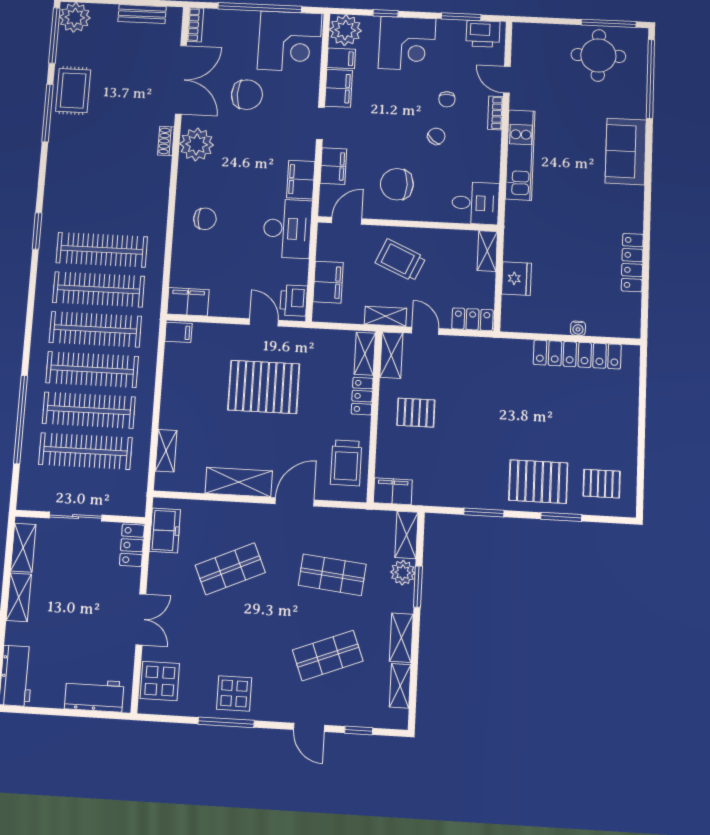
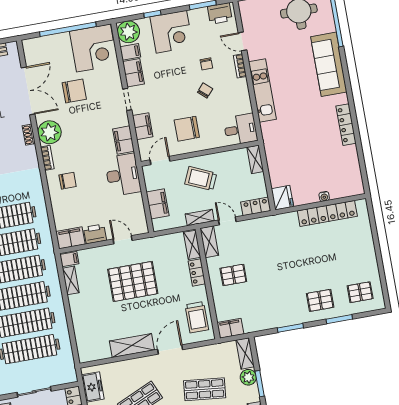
bookcase: (195, 25) -> (47, 158), moved
sofa: (626, 151) -> (329, 64), width x1.36
locker: (632, 263) -> (346, 125), moved
fridge: (516, 279) -> (282, 198), moved
printer: (294, 300) -> (95, 234), moved, turned 90
shelving: (166, 451) -> (71, 280), moved
pallet: (538, 482) -> (320, 300), width x0.67, depth x0.71

